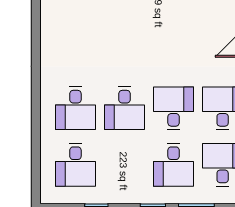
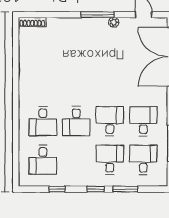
desk: (174, 165) -> (110, 160), turned 180

